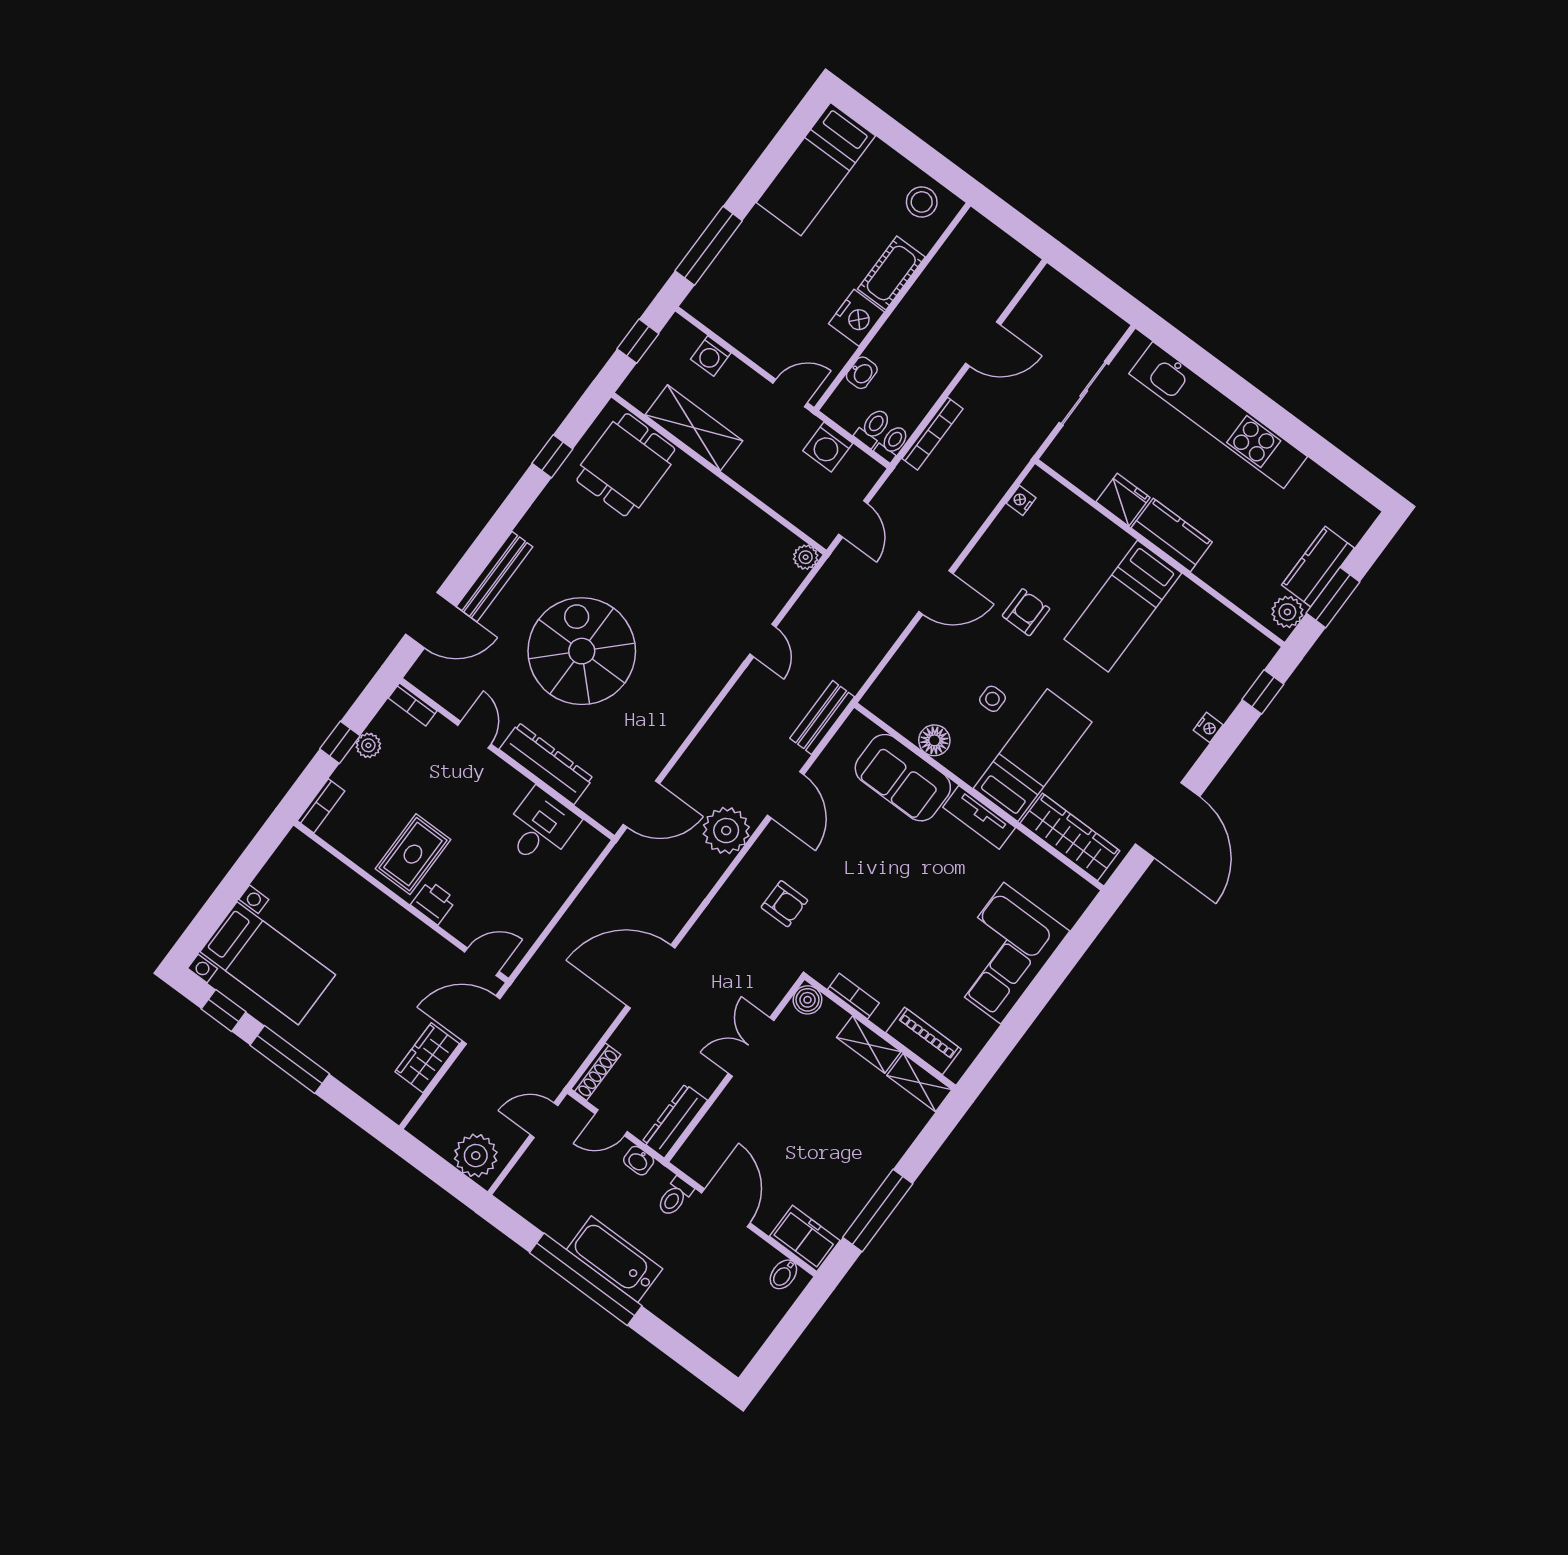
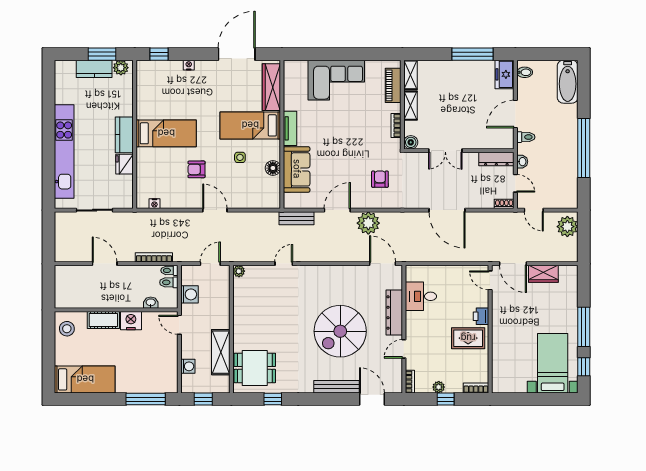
shoe rack: (596, 1072) -> (504, 204), width x0.70
bathtub: (615, 1259) -> (568, 82), moved

